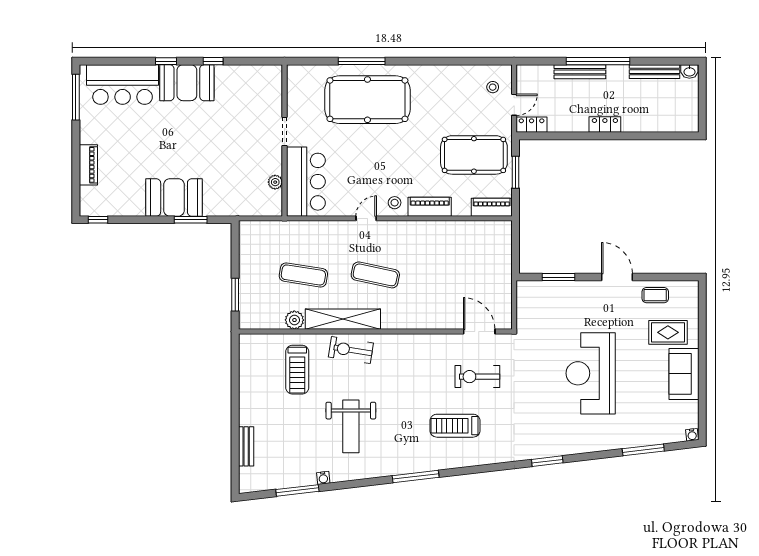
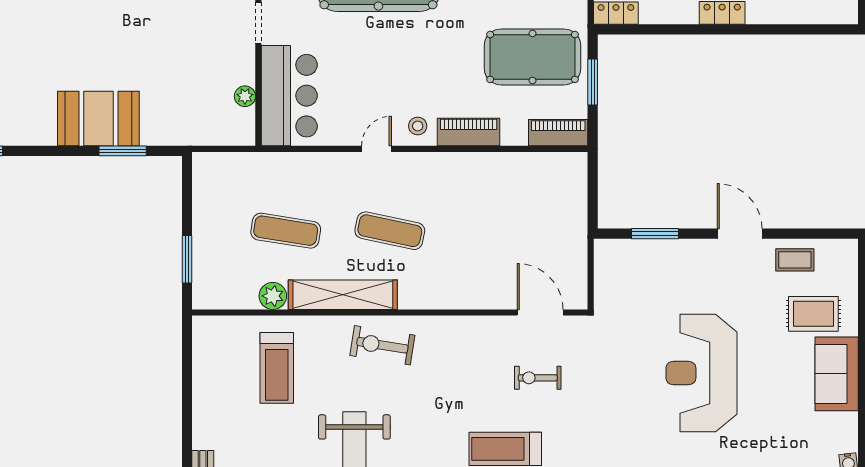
exercise bike: (351, 350) -> (382, 345), moved
exercise bike: (477, 377) -> (538, 378), width x0.73, depth x0.72

